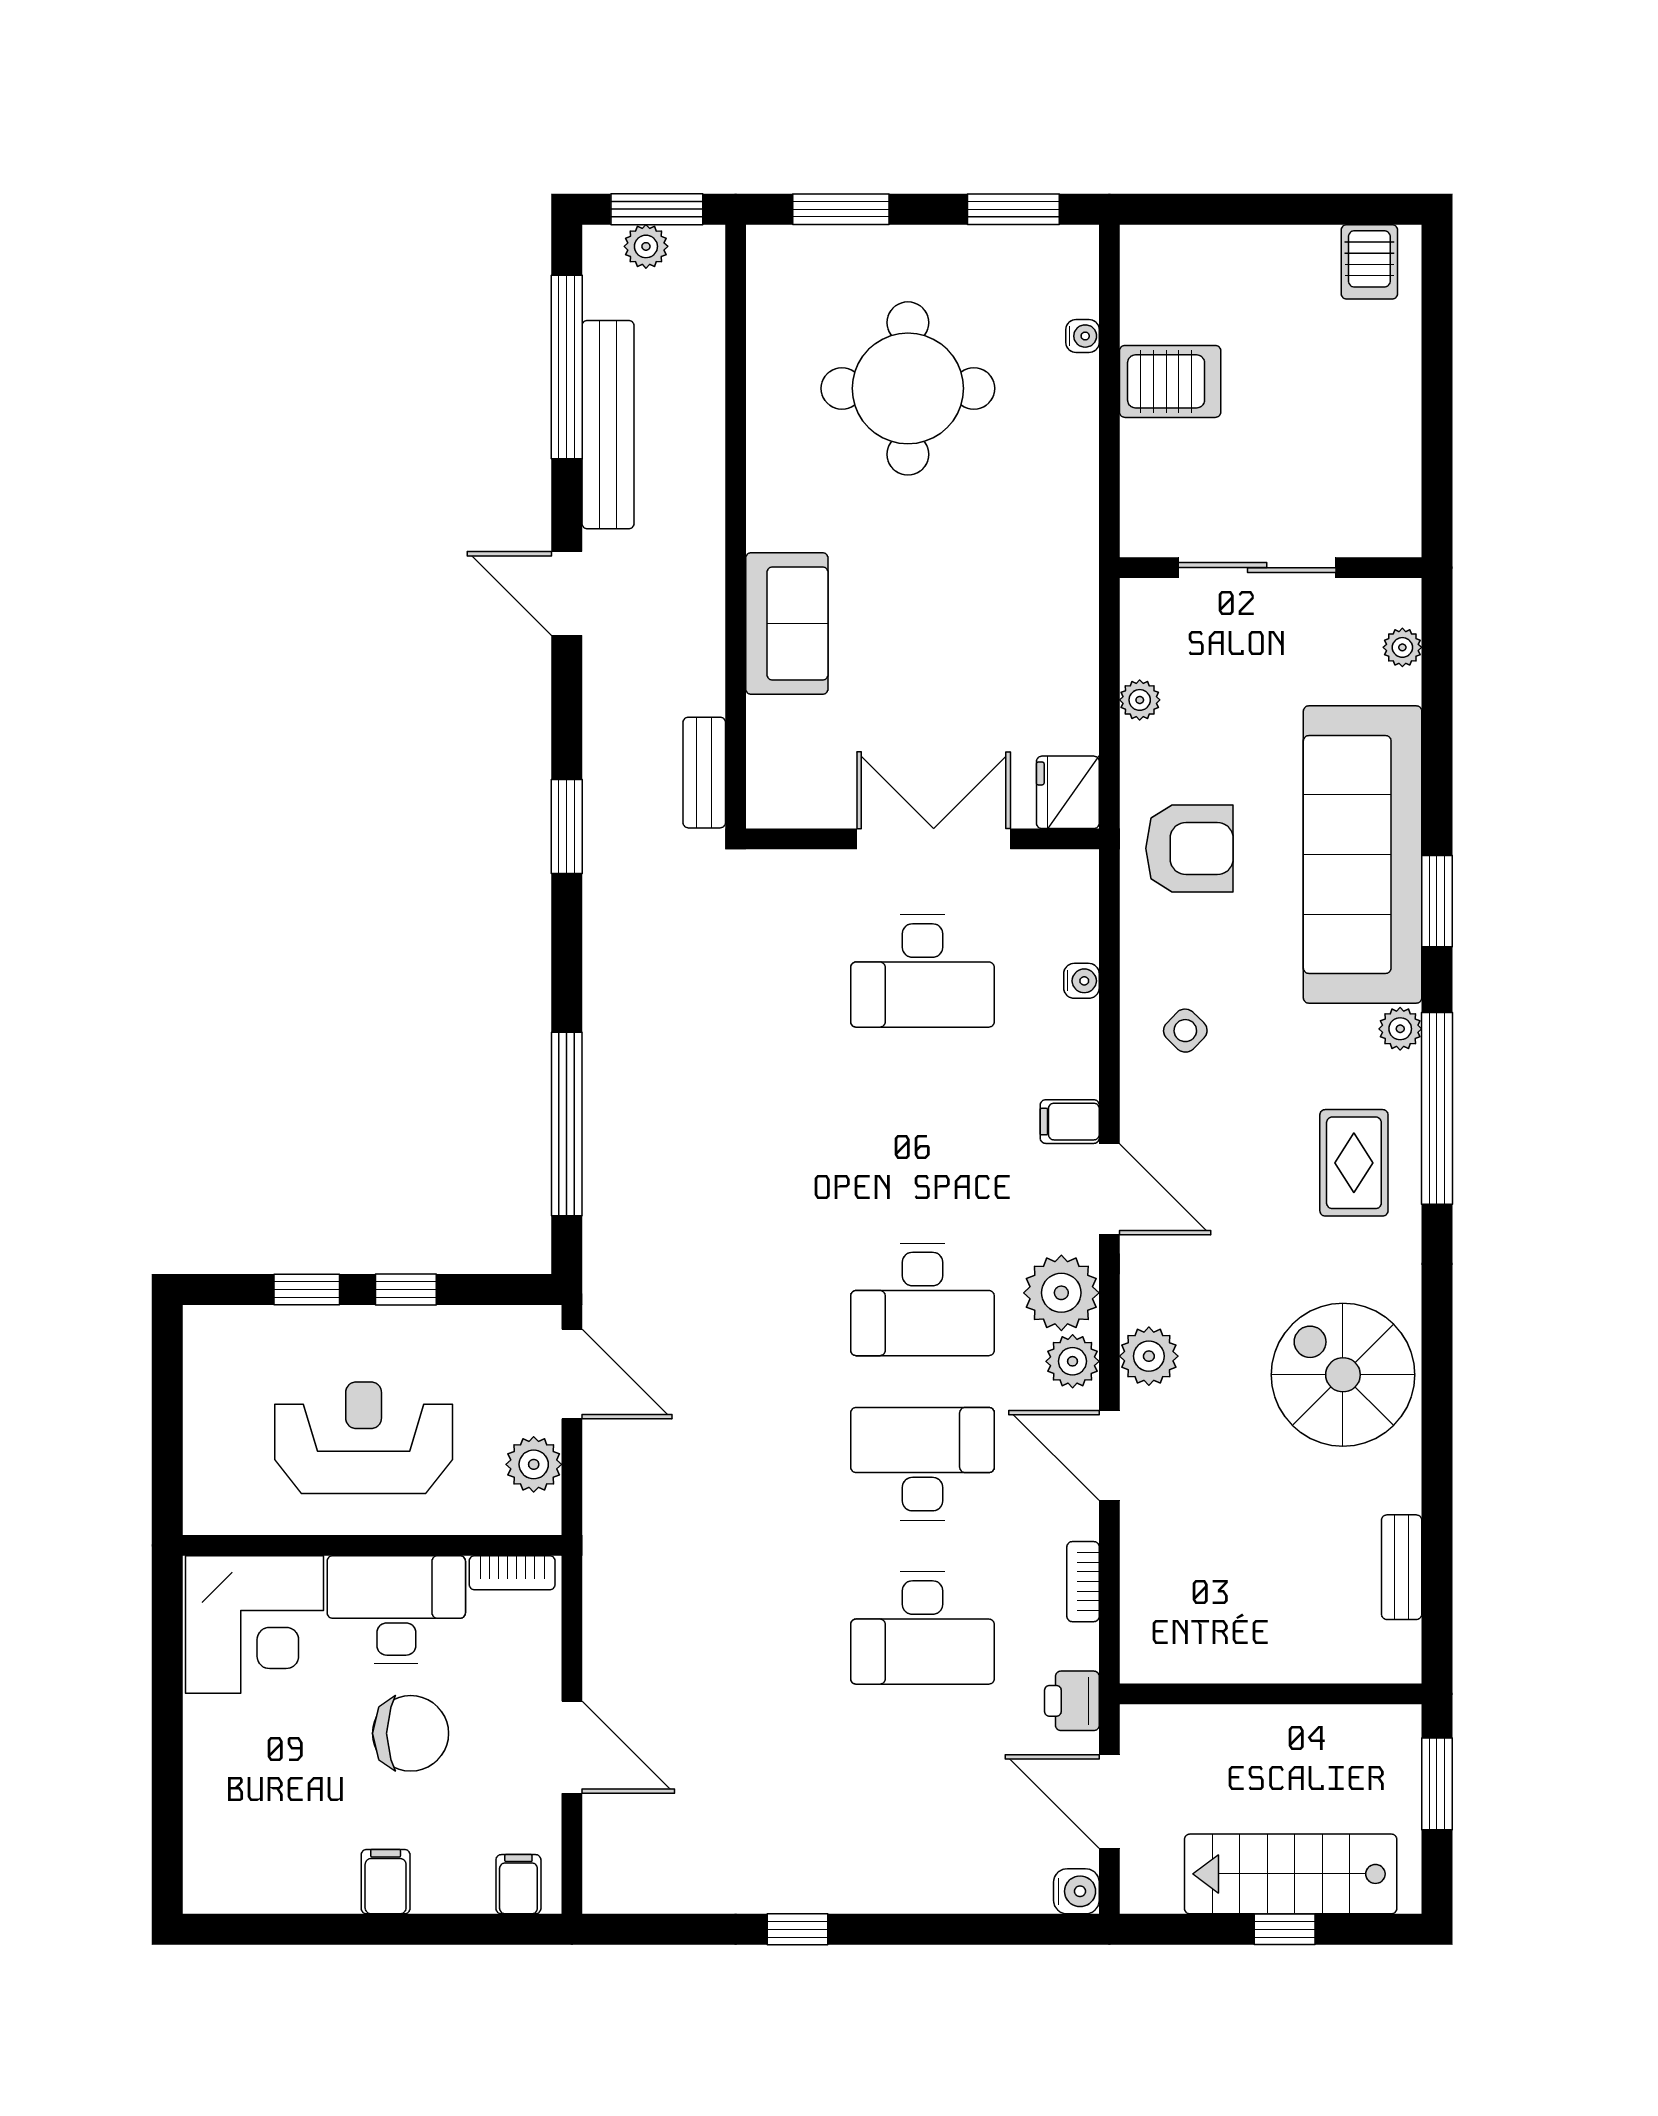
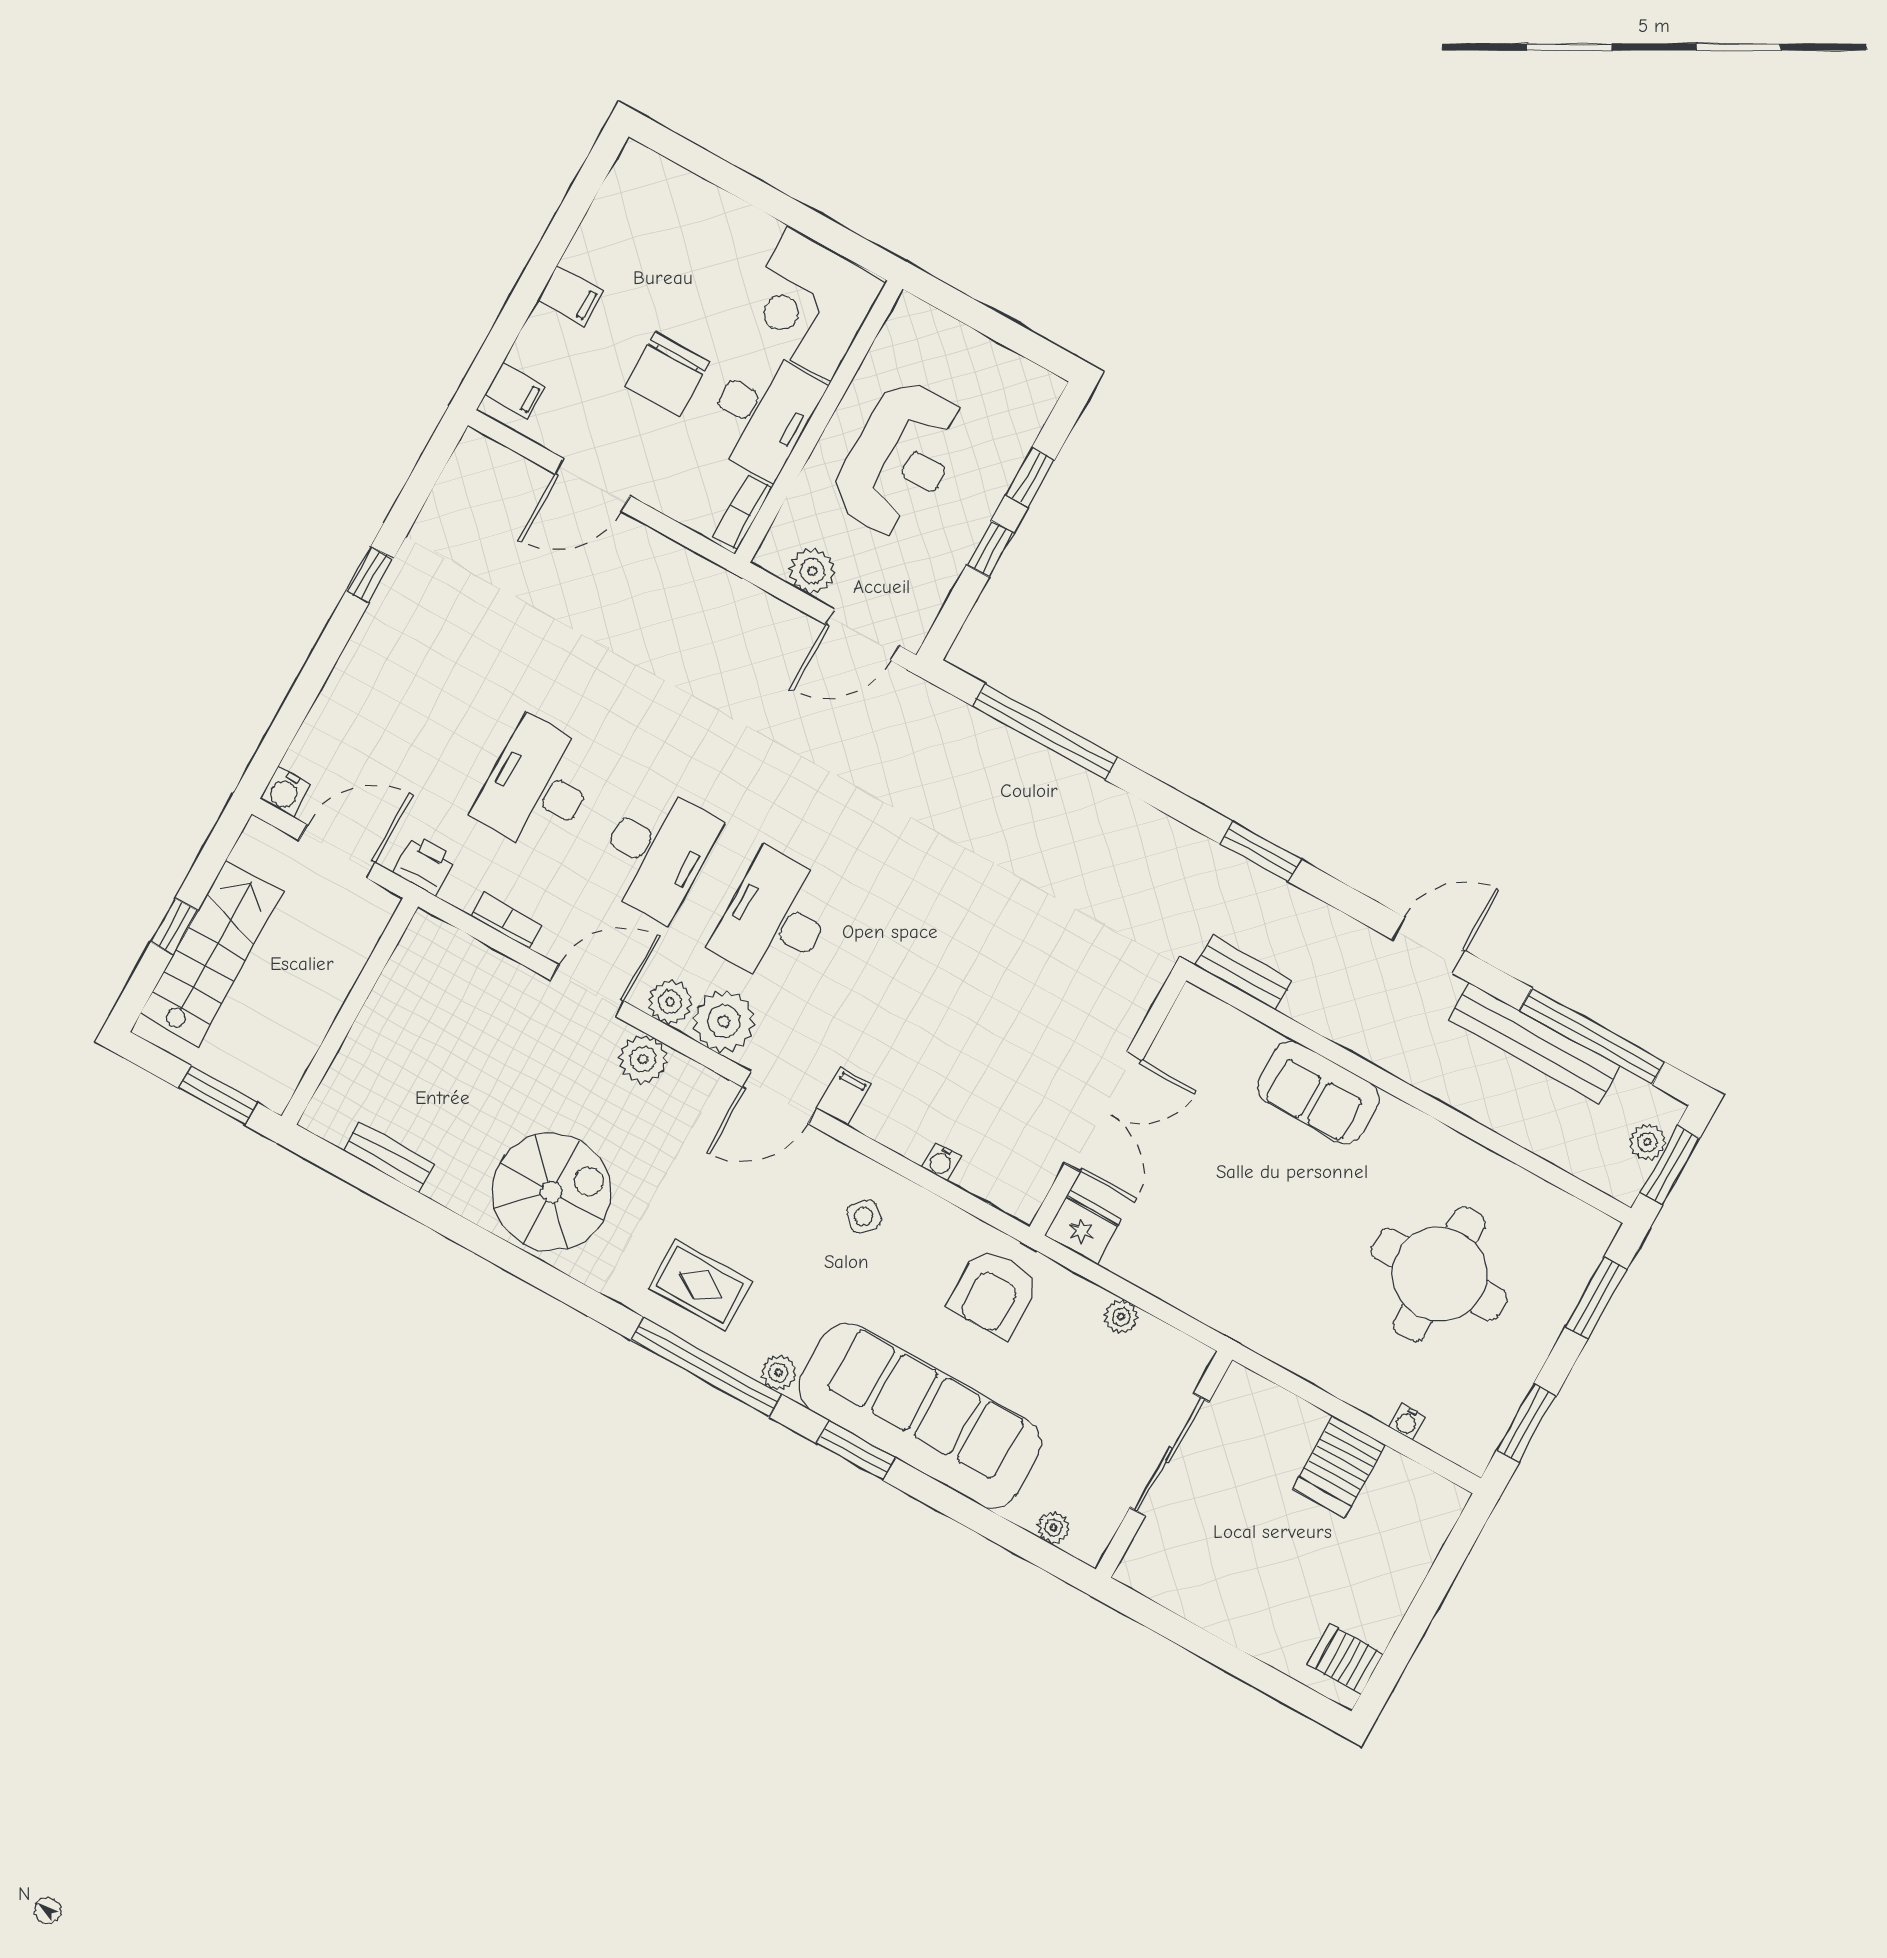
desk: (922, 971) -> (1013, 1050), removed

